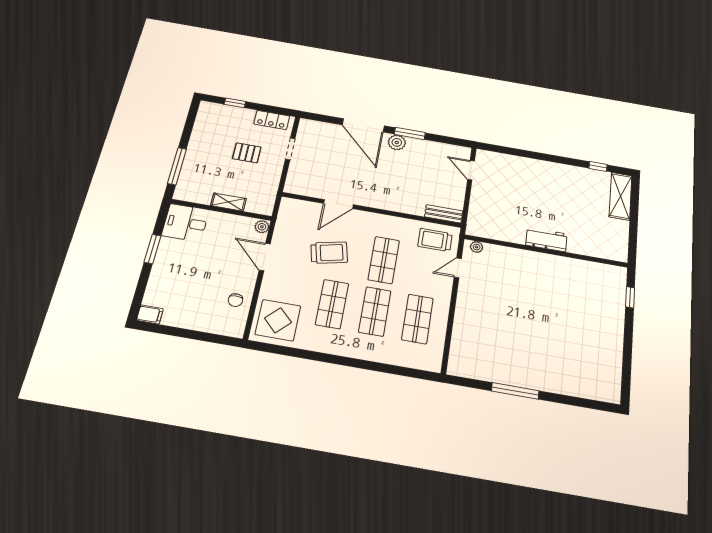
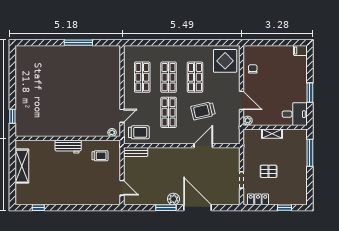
shelving: (621, 196) -> (22, 166), moved
trolley: (499, 218) -> (100, 156), added

